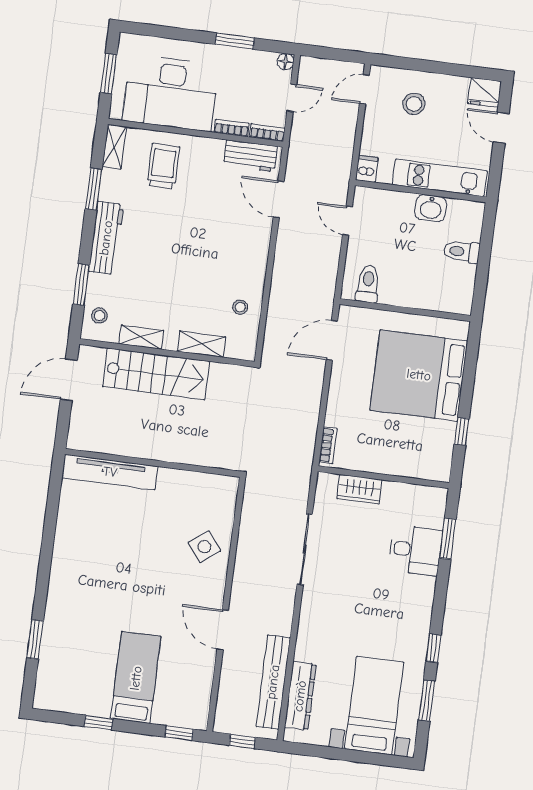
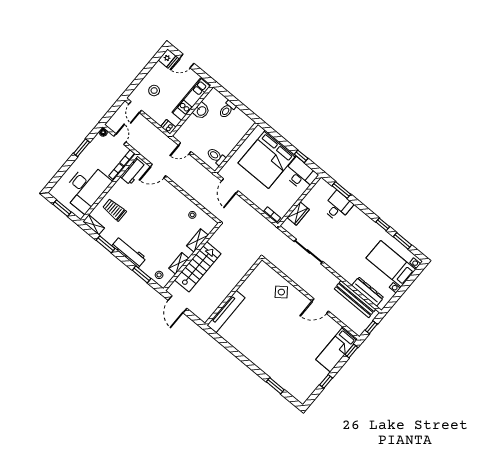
desk: (430, 450) -> (300, 174), added
bed: (136, 678) -> (337, 349), moved, turned -90

